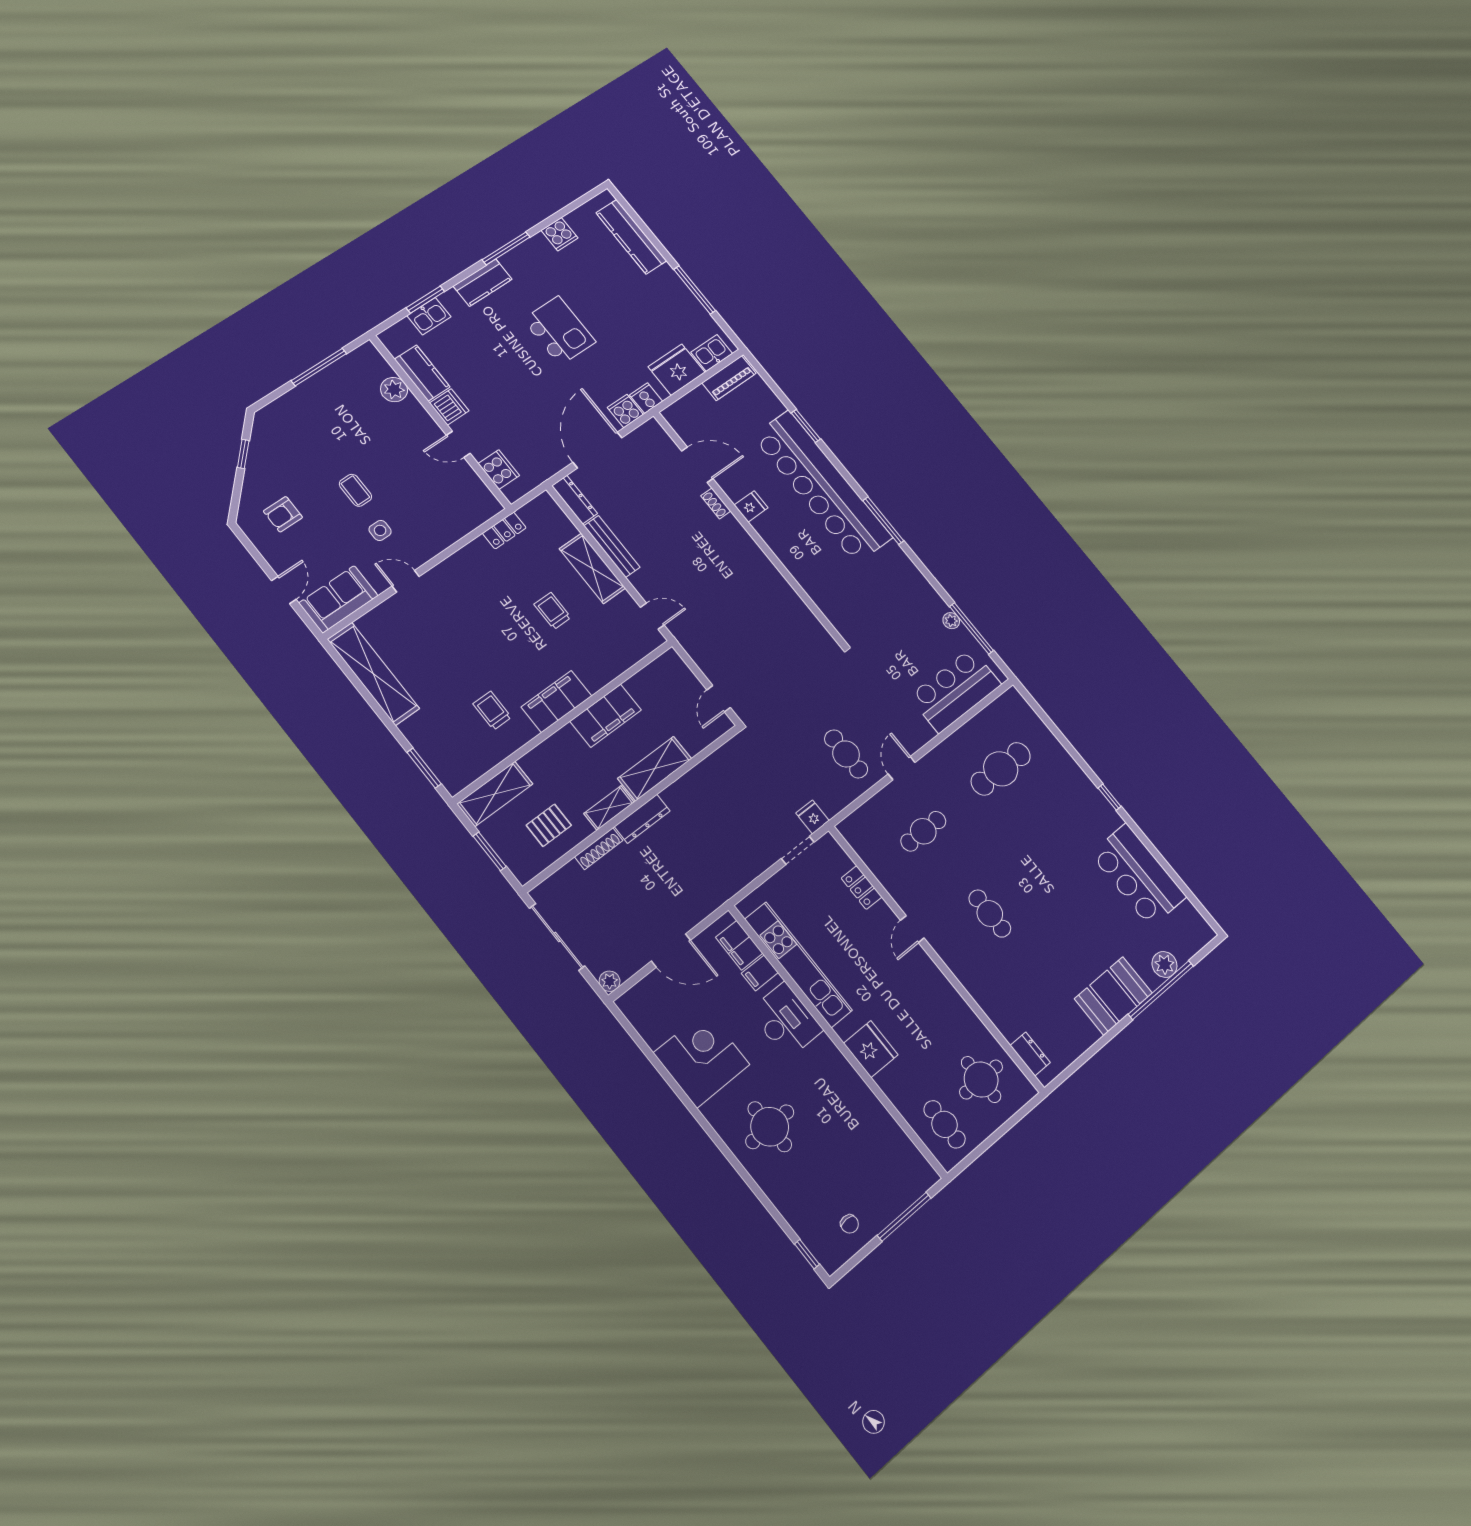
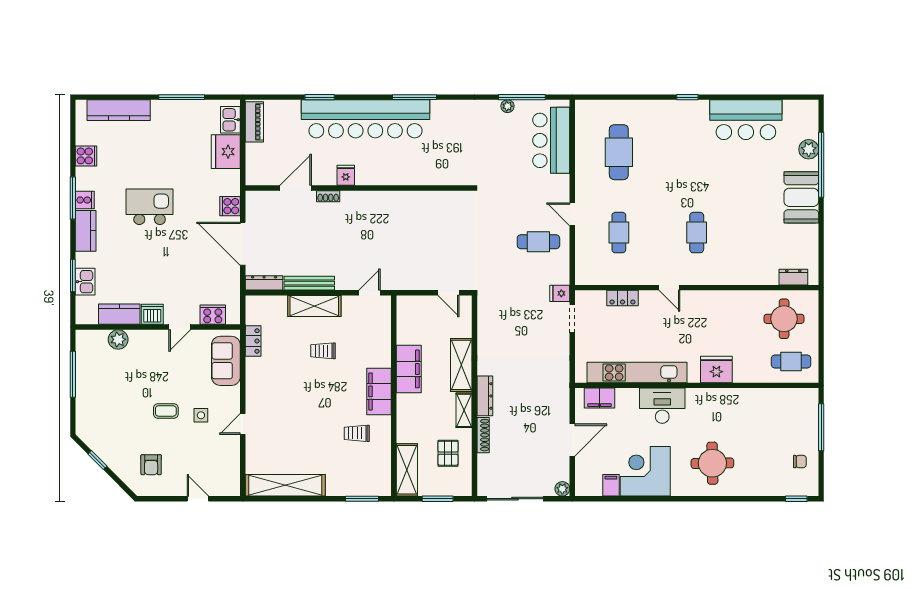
cooker: (646, 398) -> (85, 200), moved, turned 180
sofa: (338, 599) -> (226, 361), moved
cafe table: (990, 914) -> (697, 233), turned 90
filing cabinet: (760, 973) -> (611, 485), moved, turned 180

